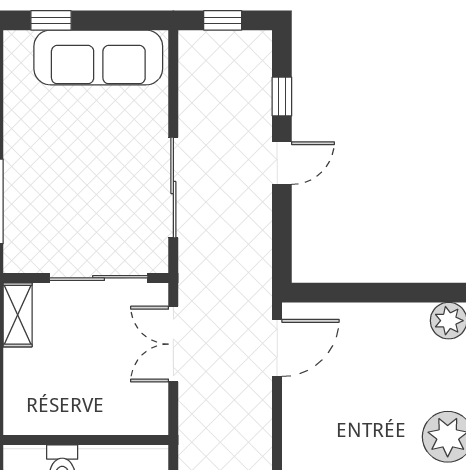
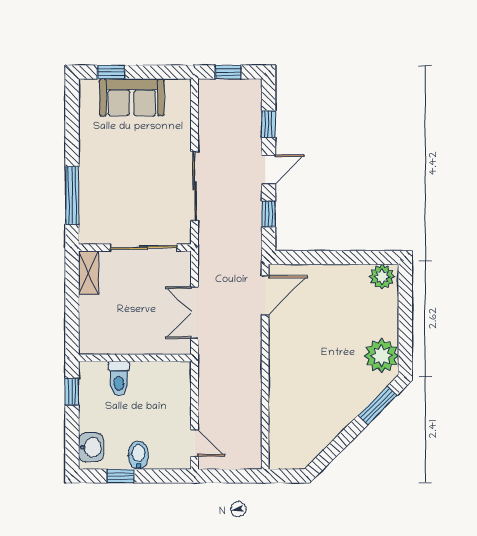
sofa: (98, 57) -> (132, 97), width x0.73
window: (282, 229) -> (268, 214), added
double door: (173, 344) -> (195, 313), moved

